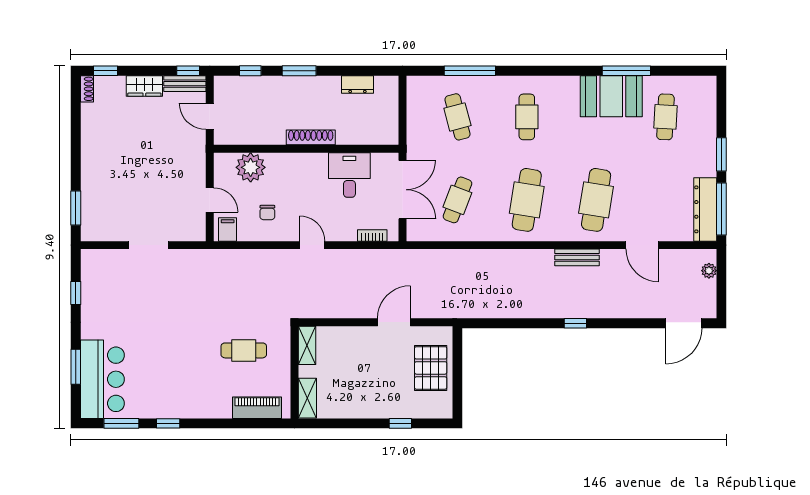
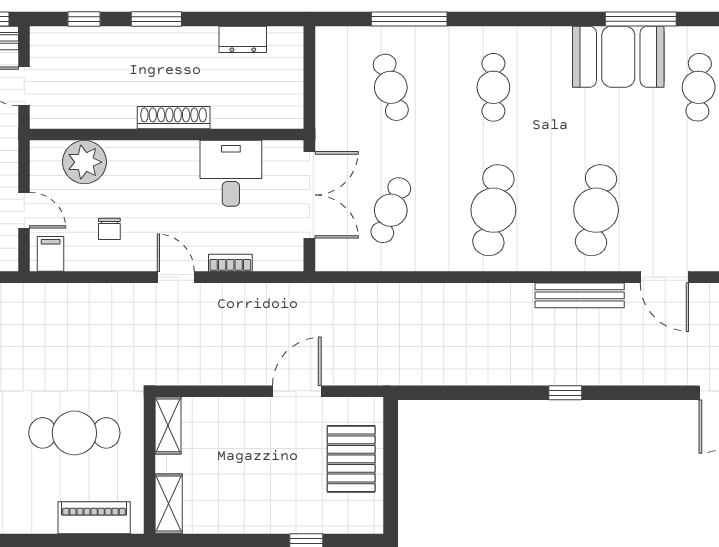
bookcase: (372, 235) -> (230, 263), moved
bench: (577, 257) -> (580, 295), width x1.36
cafe table: (244, 350) -> (74, 433), width x1.37, depth x1.35

